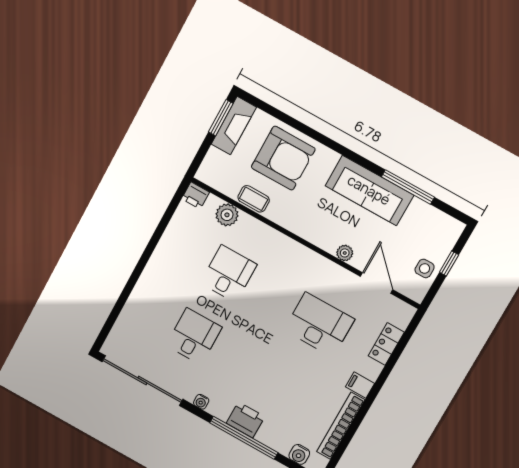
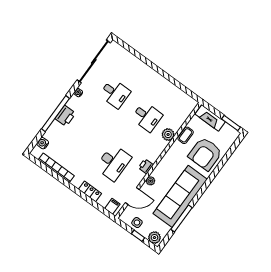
fireplace: (234, 126) -> (210, 118), moved
sofa: (369, 190) -> (180, 196), width x1.36, depth x1.27
printer: (195, 195) -> (146, 166), moved
plant: (227, 215) -> (168, 134), moved
plant: (449, 233) -> (154, 238), added
locker: (386, 344) -> (90, 191), moved
filing cabinet: (360, 385) -> (112, 206), moved

